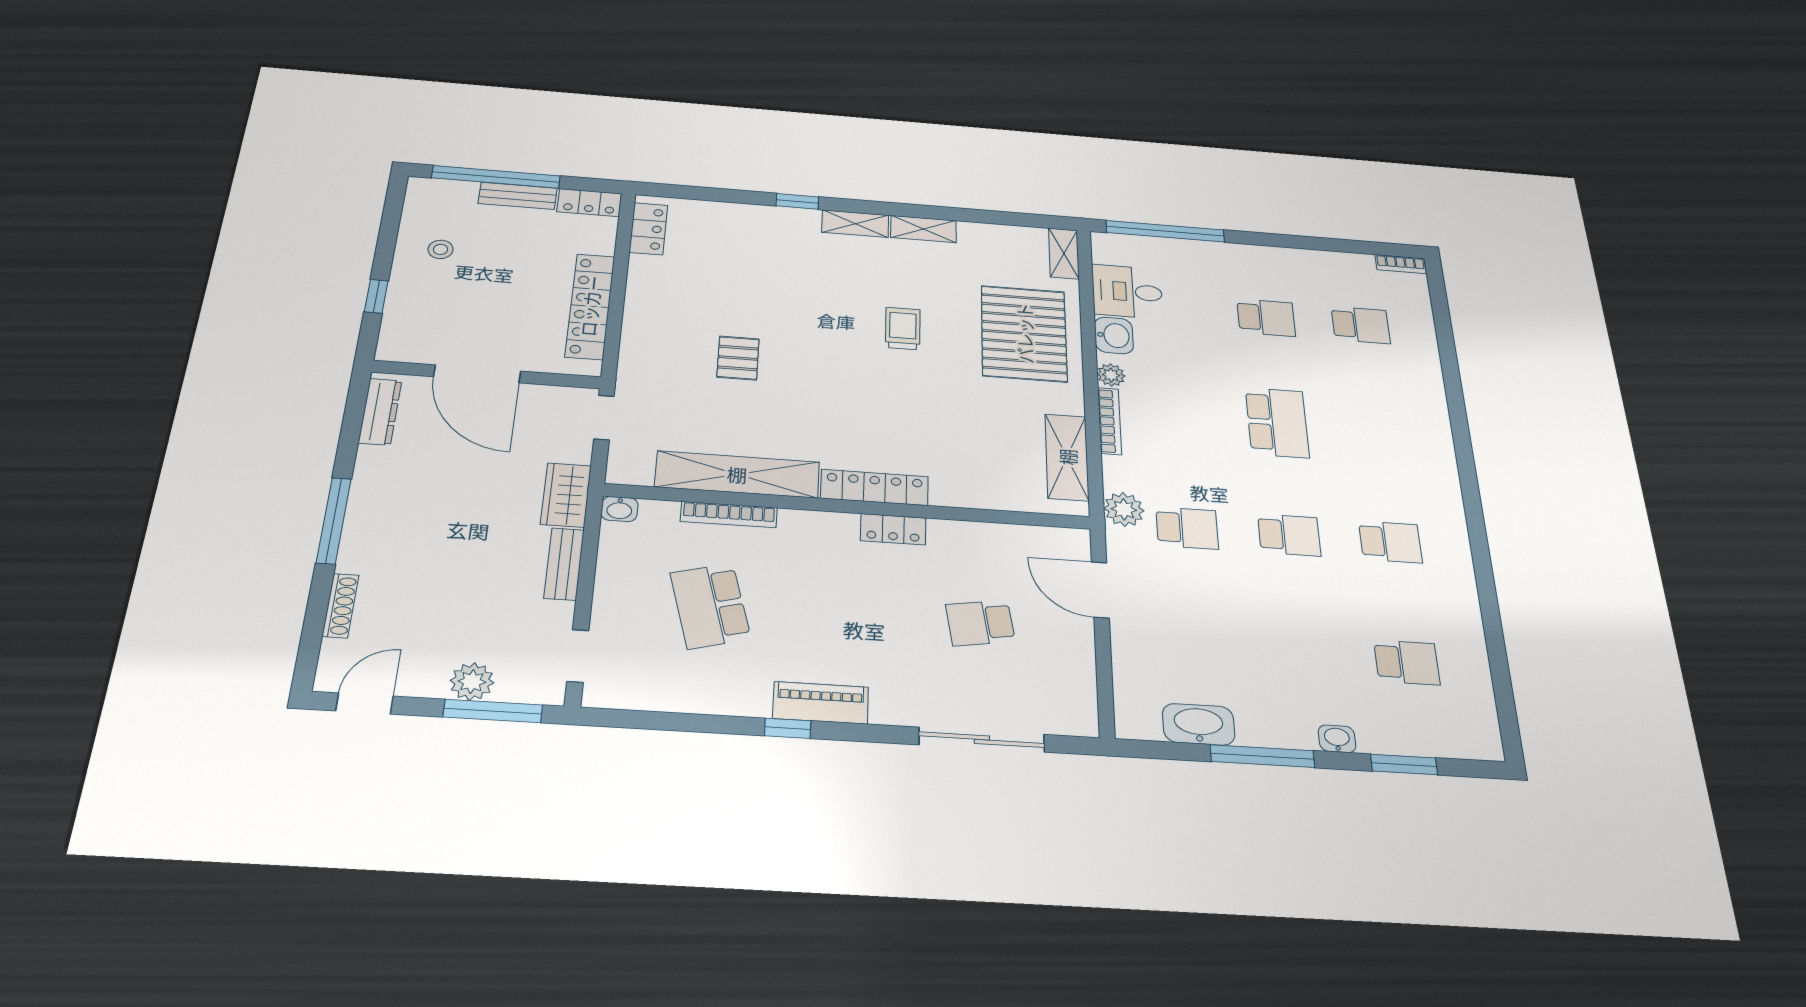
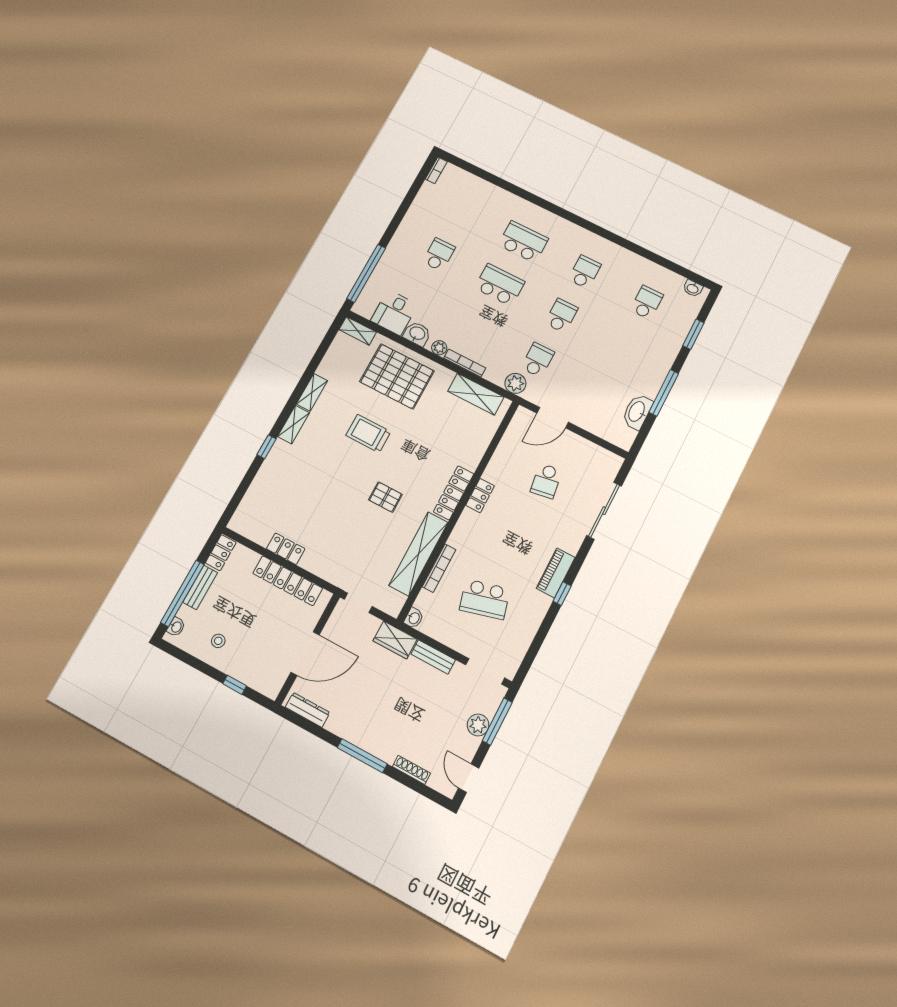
washbasin: (437, 188) -> (176, 627), added
locker: (648, 229) -> (286, 549), moved
school desk: (1361, 325) -> (523, 242), moved, width x1.85
trolley: (903, 328) -> (368, 433), width x1.36, depth x1.39
pallet: (738, 358) -> (385, 497), moved
doorway: (578, 656) -> (485, 671), width x1.38
washbasin: (1337, 739) -> (693, 288), moved, turned -90

